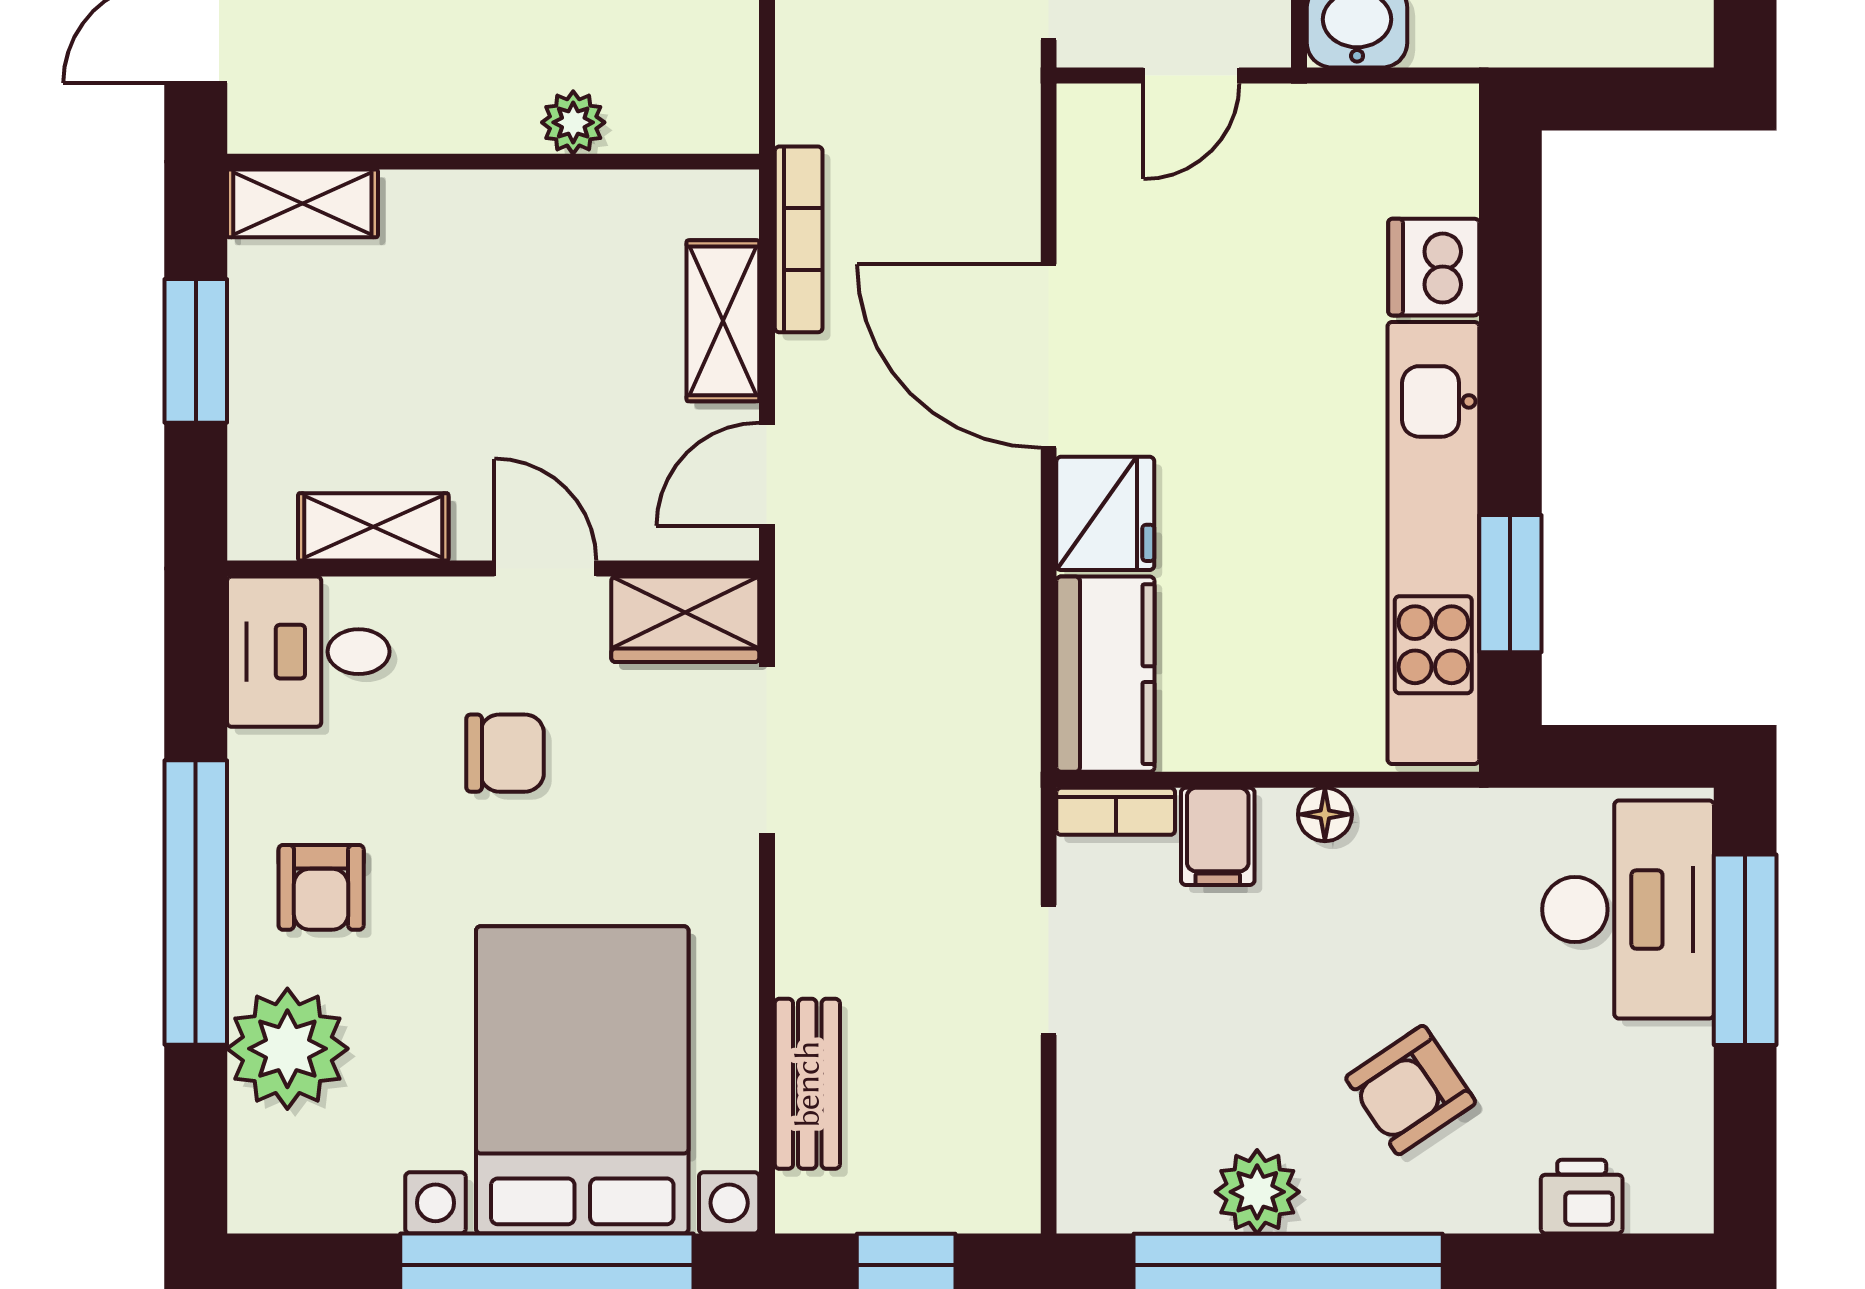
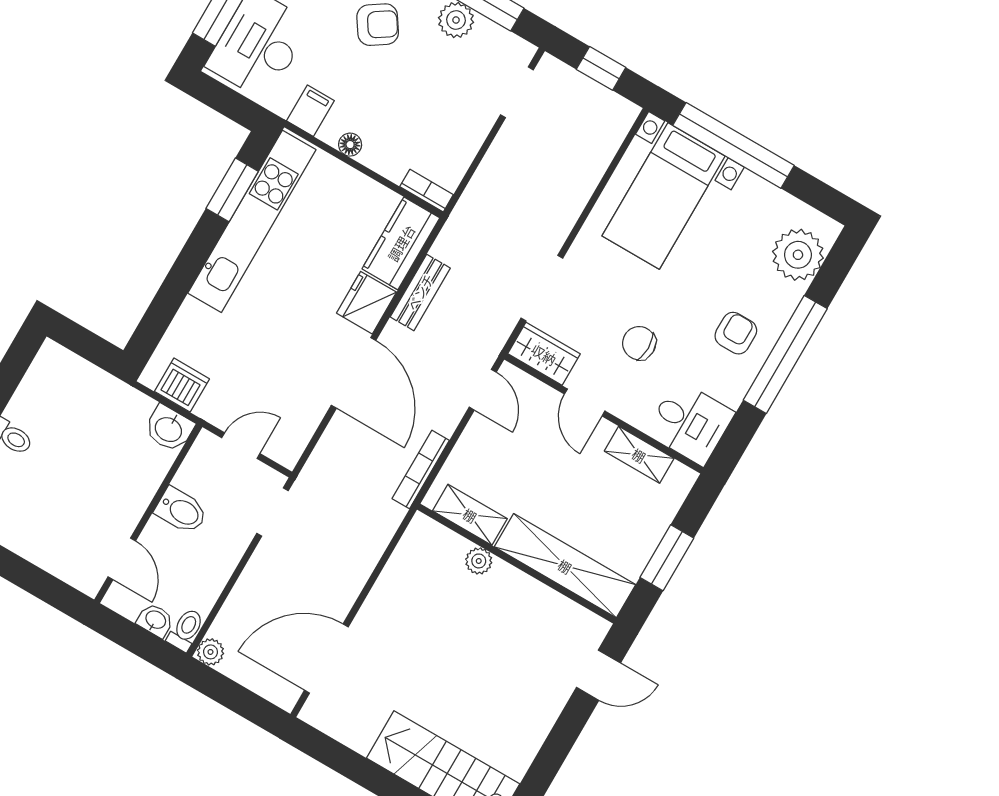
shelving: (302, 203) -> (565, 566), width x2.20, depth x1.33
dishwasher: (1434, 267) -> (182, 385), moved, turned -90
shelving: (723, 321) -> (470, 515), moved, turned 90
door: (767, 474) -> (483, 390), hinge flipped
filing cabinet: (1218, 836) -> (310, 111), moved
doorway: (1049, 970) -> (517, 92), moved
plant: (287, 1049) -> (798, 255), moved
bed with nightstands: (582, 1080) -> (664, 196), width x0.73
bench: (807, 1084) -> (420, 292), moved

